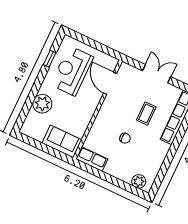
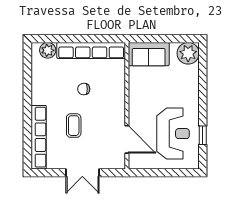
plant: (42, 104) -> (188, 53), moved
row of seats: (92, 159) -> (91, 50), width x2.02

